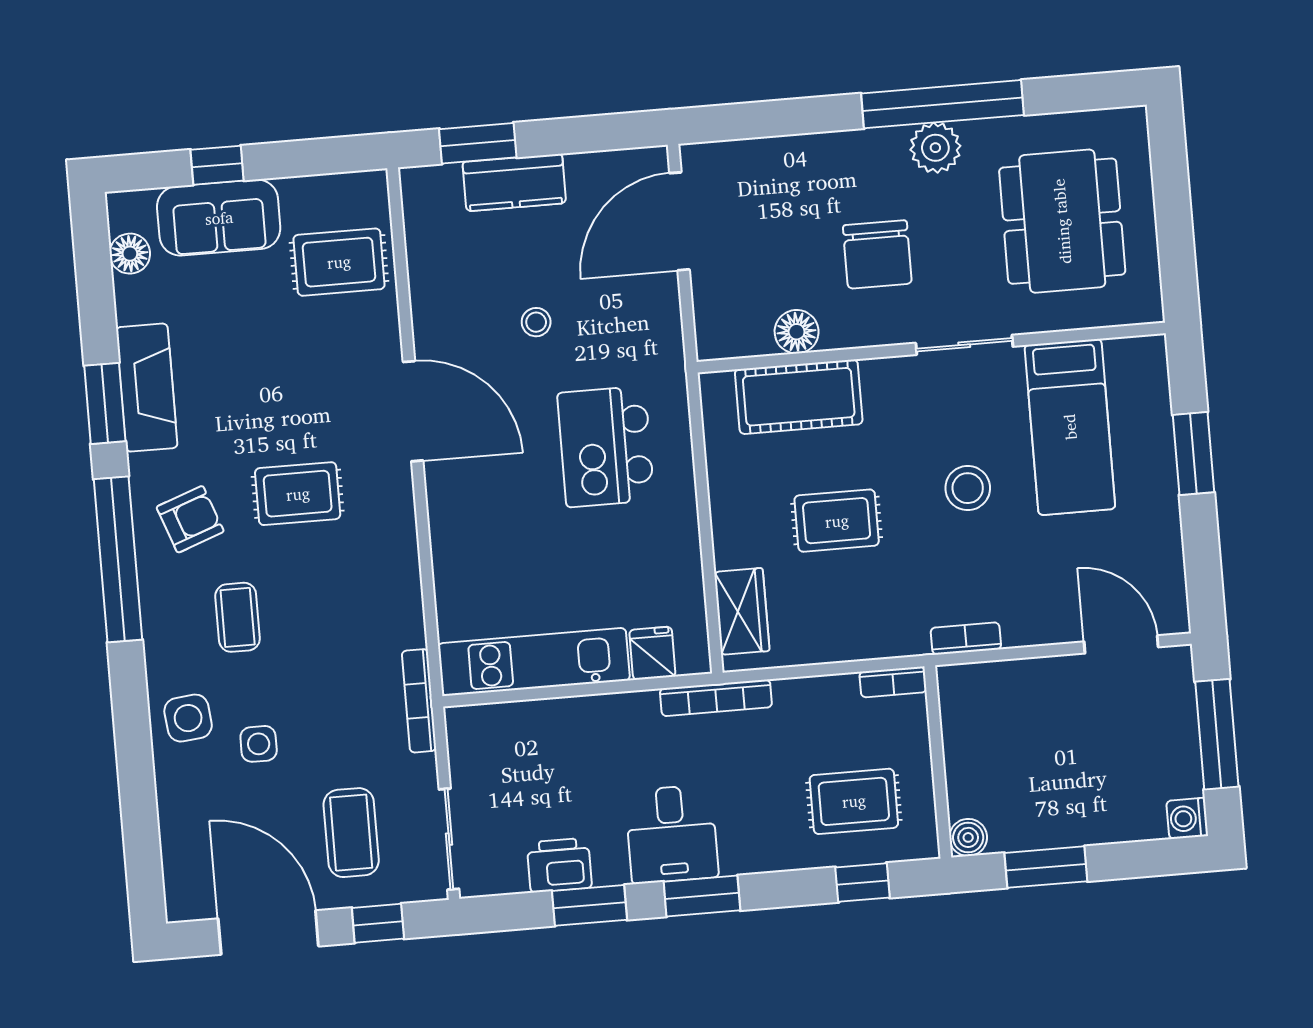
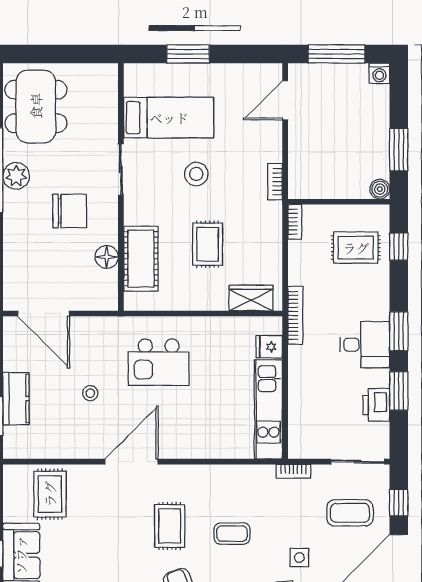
dining table: (1062, 221) -> (36, 106), moved, turned 90
coffee table: (238, 617) -> (232, 534), moved
bookcase: (419, 701) -> (294, 471), width x0.64
rug: (854, 801) -> (356, 248), turned 90

